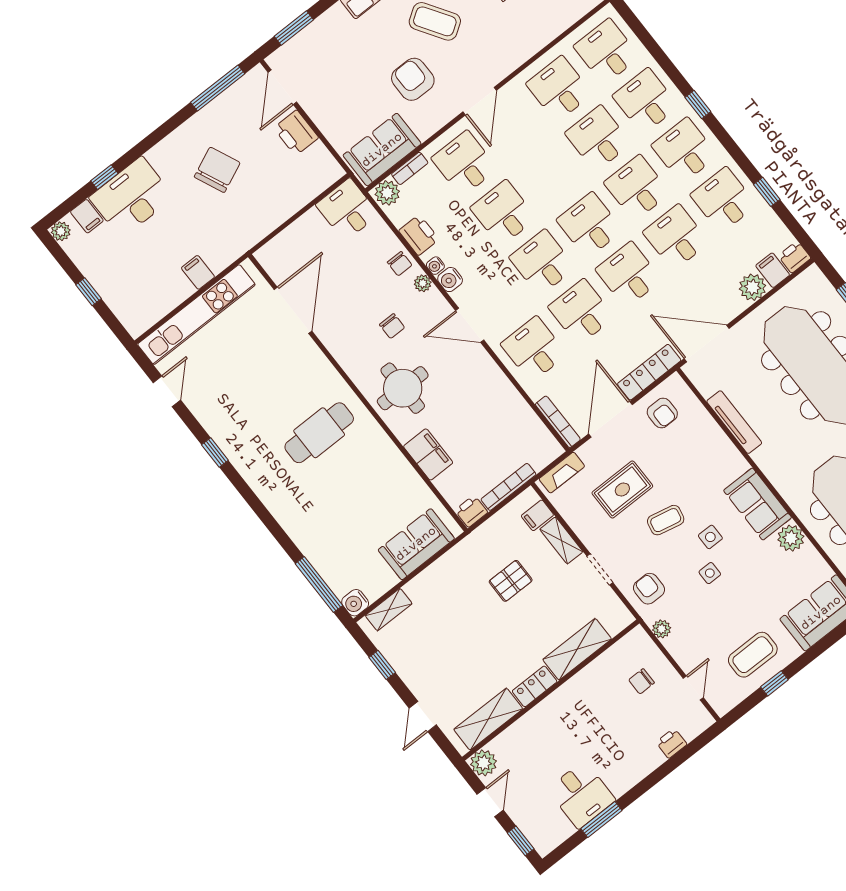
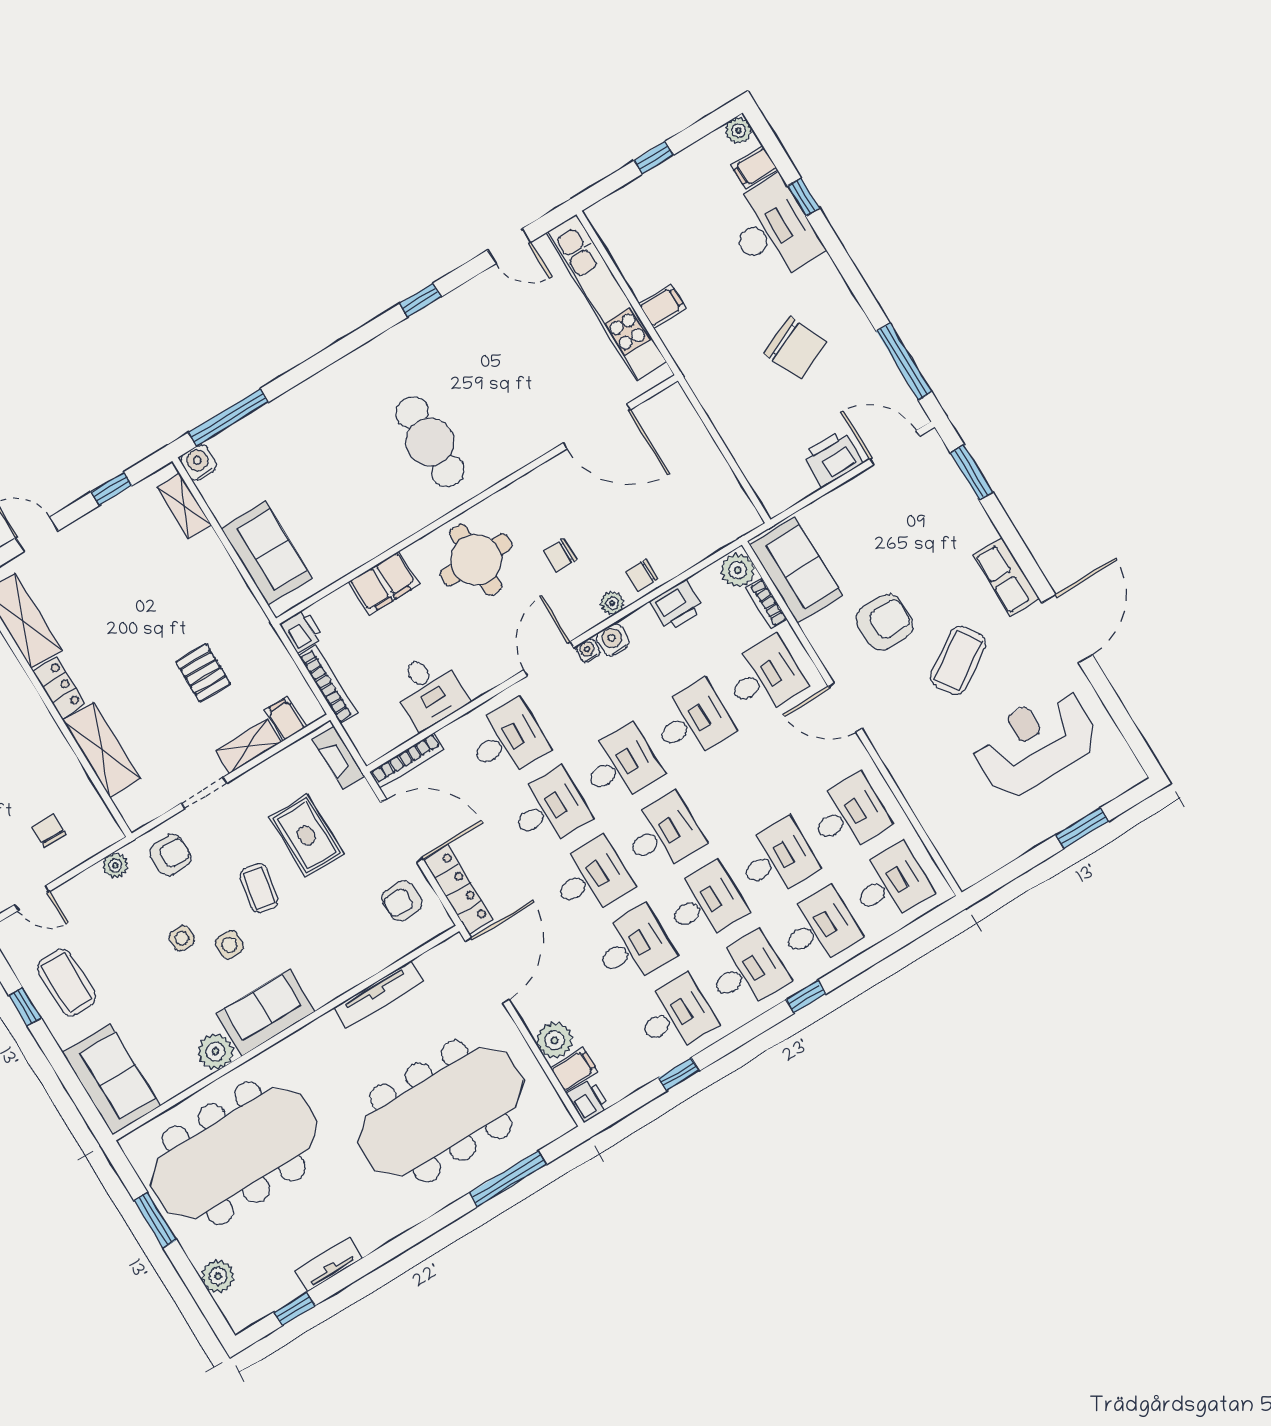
desk: (347, 210) -> (429, 691), moved, turned 90
water cooler: (435, 266) -> (588, 650), moved

